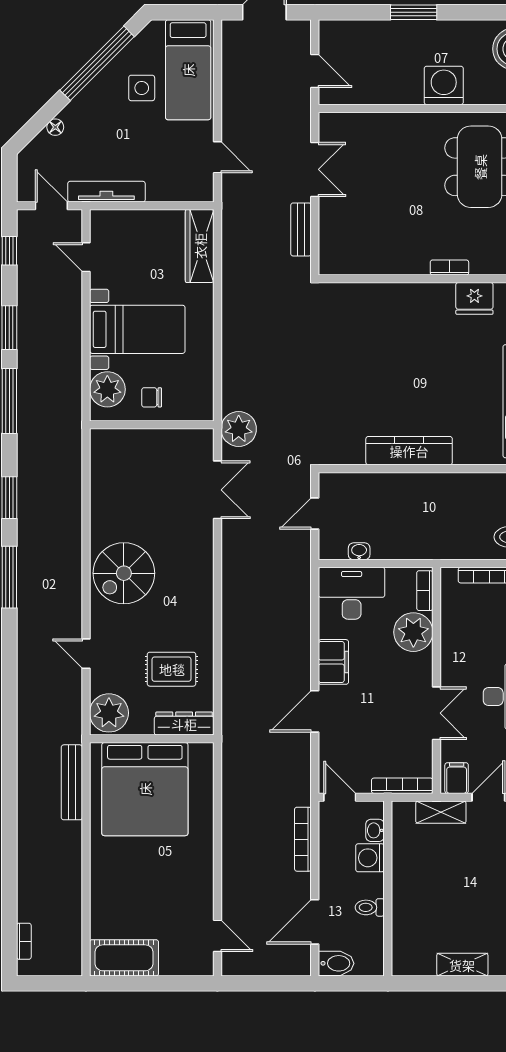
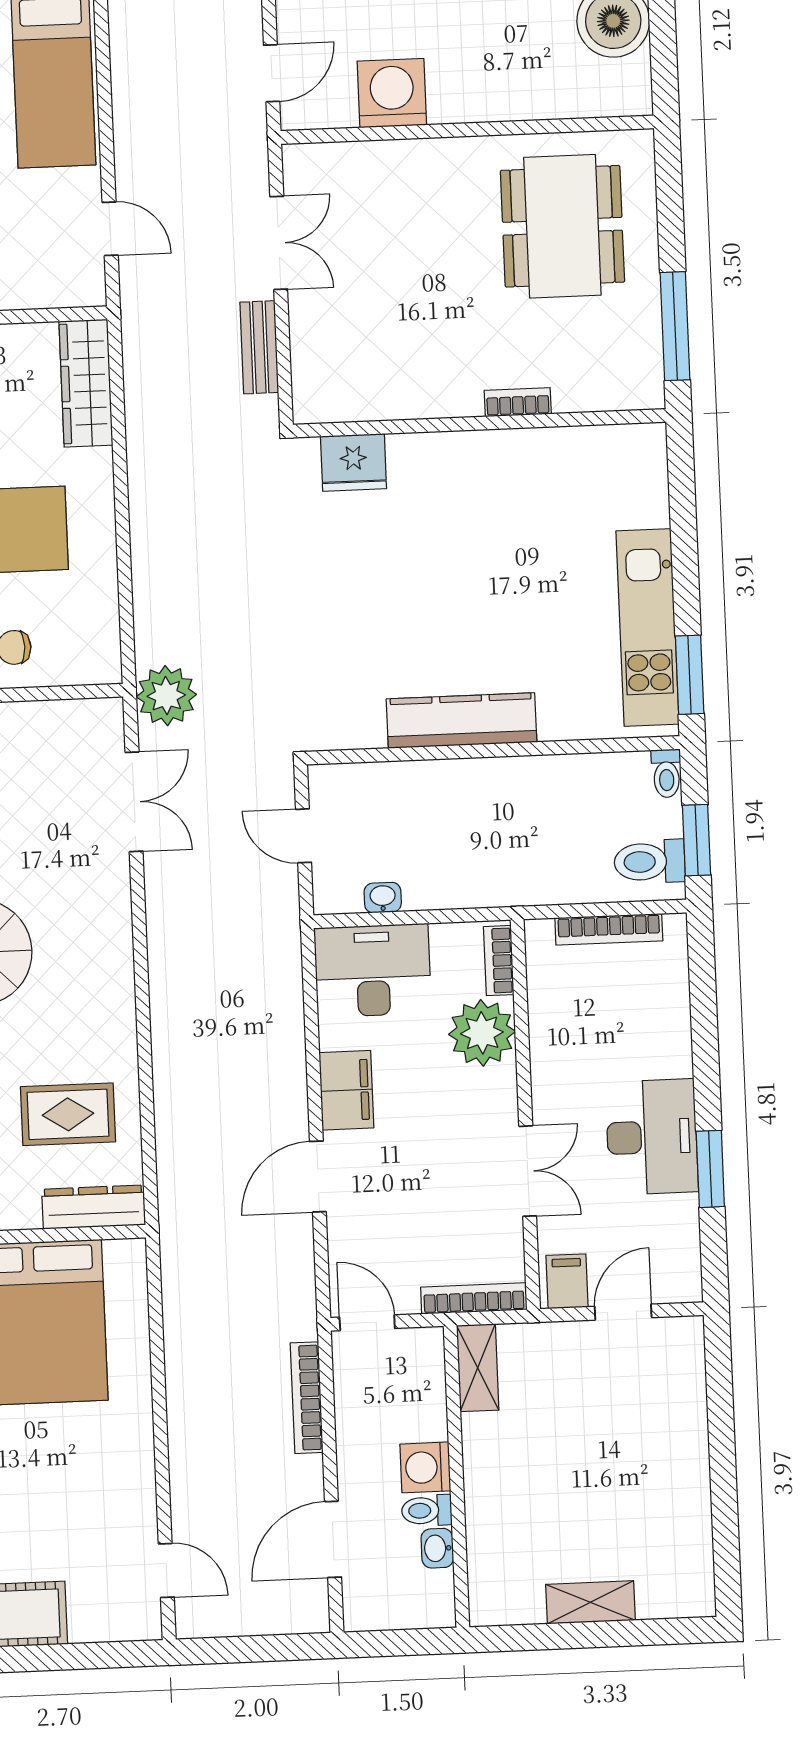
door: (315, 71) -> (272, 73), hinge flipped
washing machine: (444, 85) -> (392, 93), moved
fridge: (474, 298) -> (353, 462), moved
door: (315, 514) -> (304, 836), hinge flipped
shelving: (441, 812) -> (478, 1368), moved, turned 90
washbasin: (375, 830) -> (437, 1548), moved
washing machine: (370, 858) -> (425, 1467), moved
bidet: (336, 963) -> (373, 1609), removed

